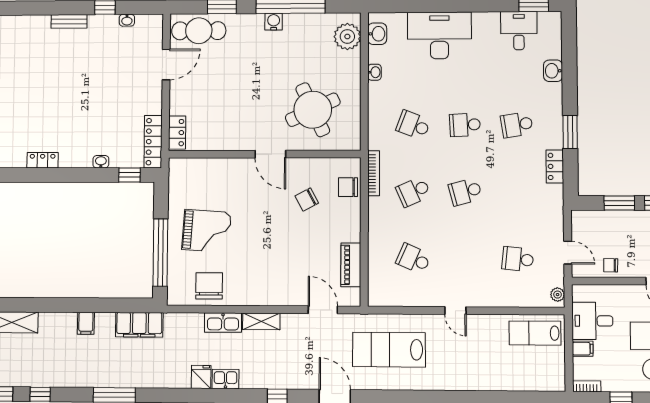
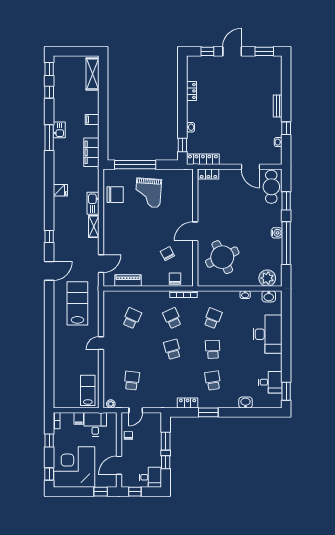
kitchen sink: (225, 379) -> (59, 130), moved

